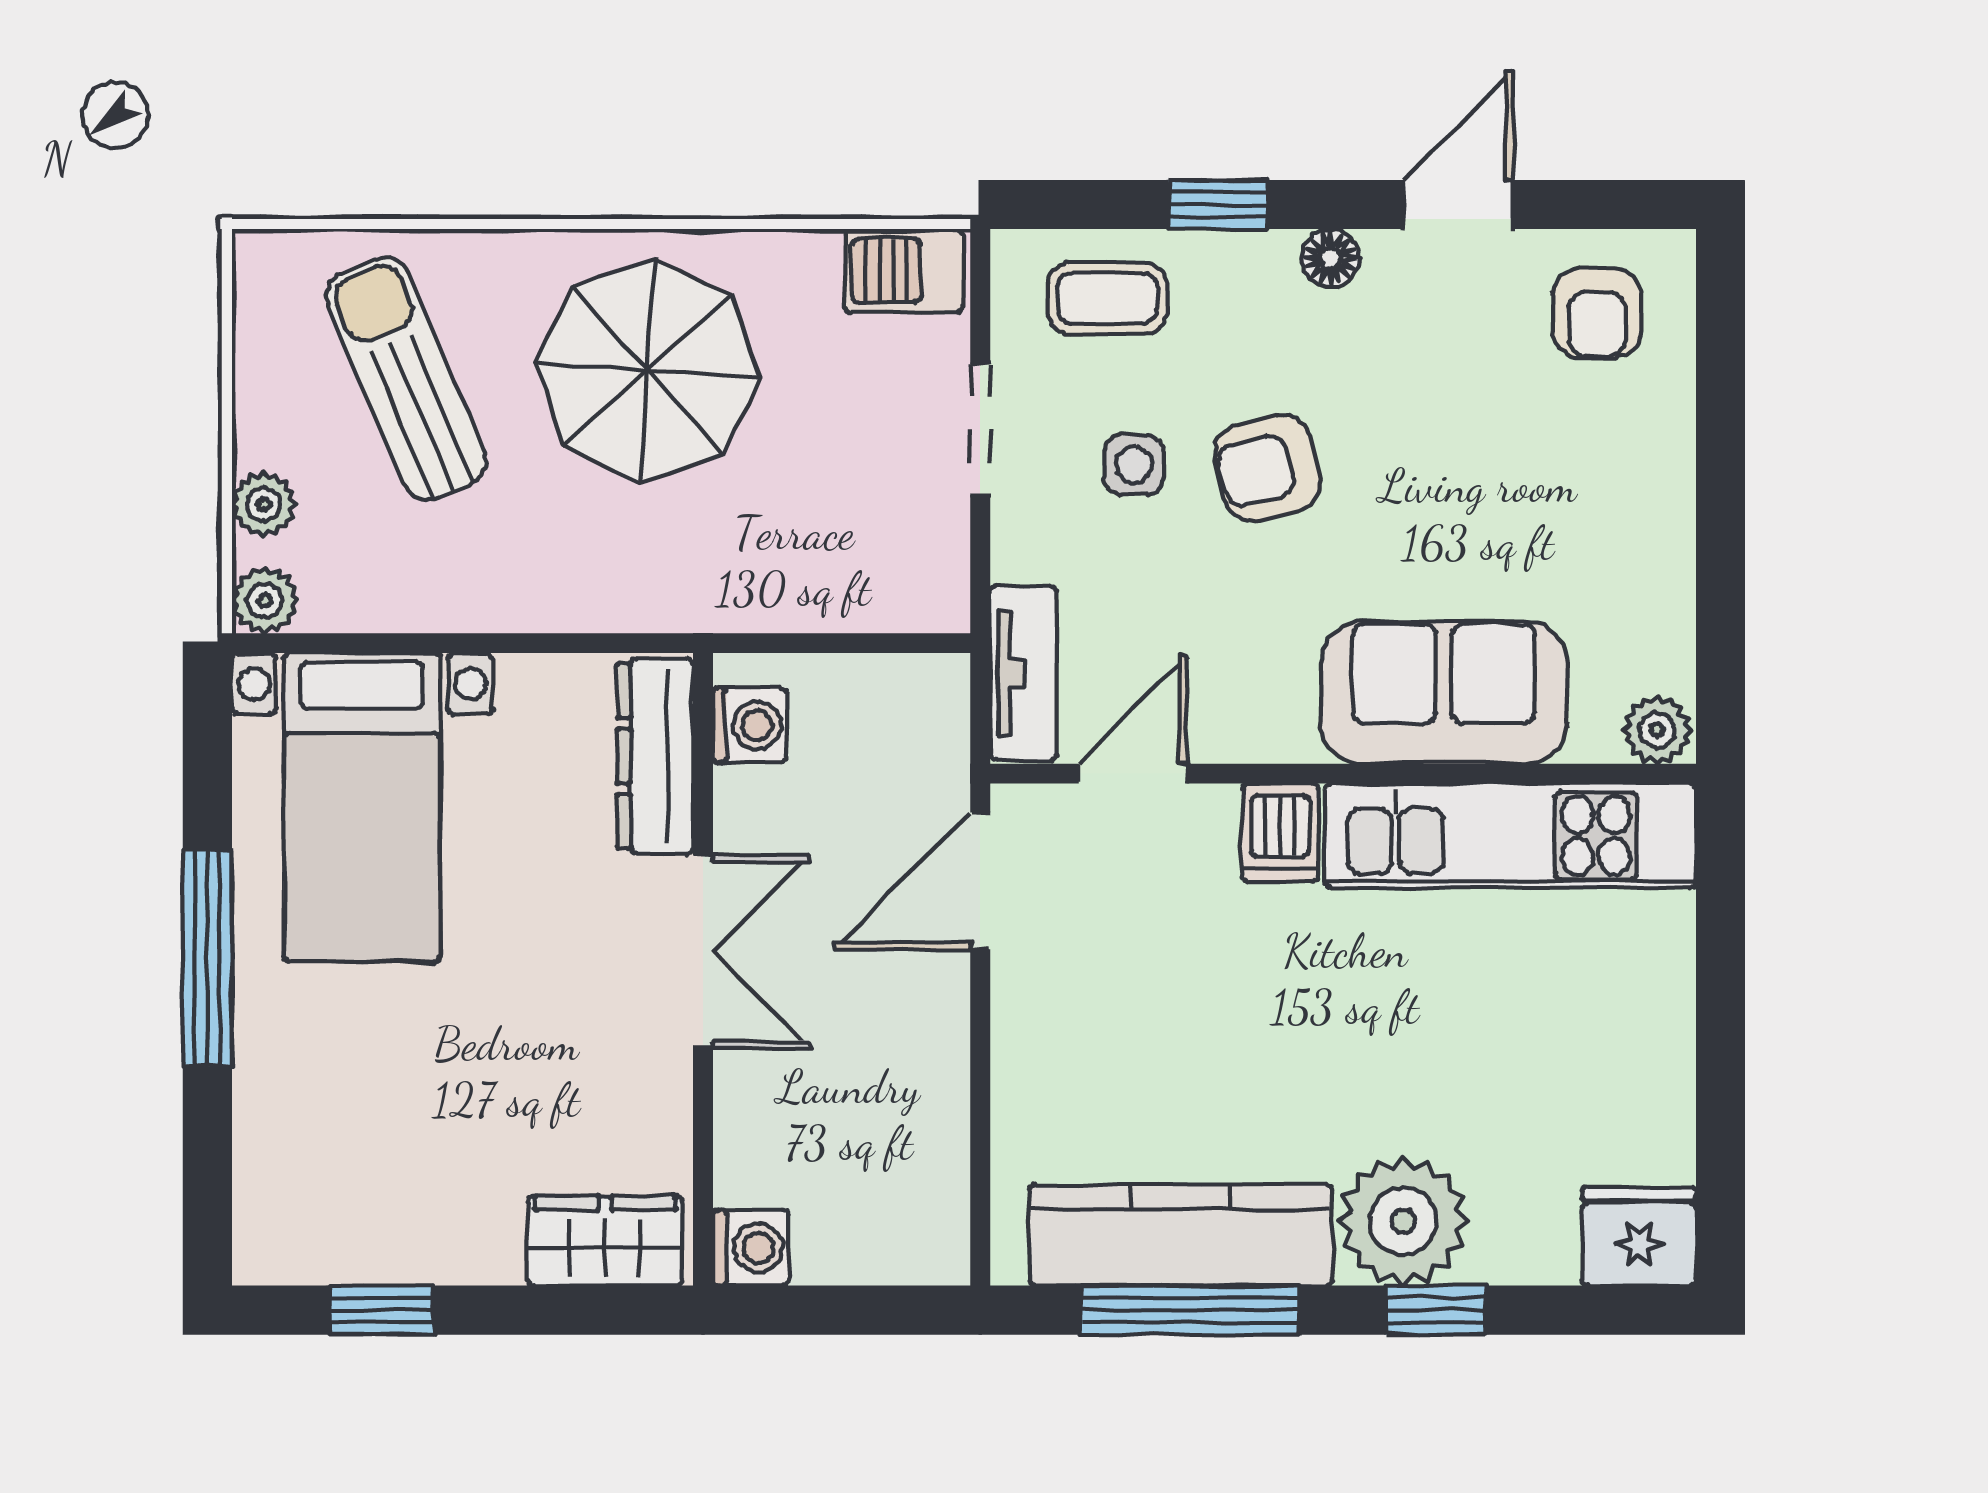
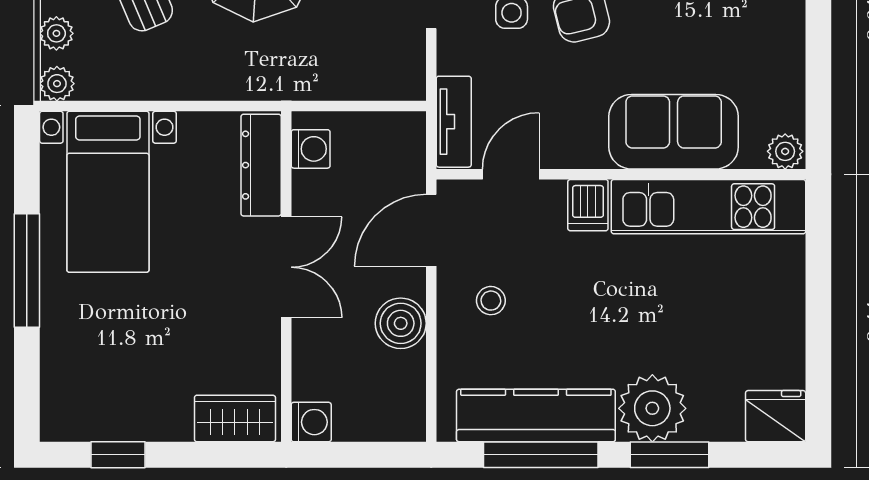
stool: (1094, 1015) -> (491, 301), added
boiler: (922, 1059) -> (401, 323), added
window: (1436, 1310) -> (669, 455), width x1.50

